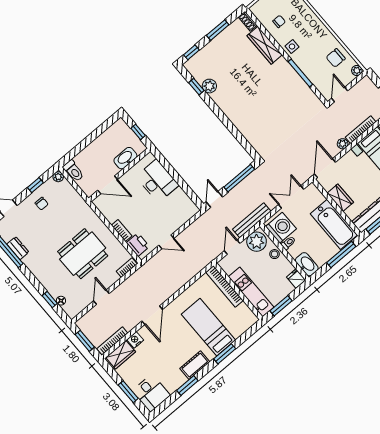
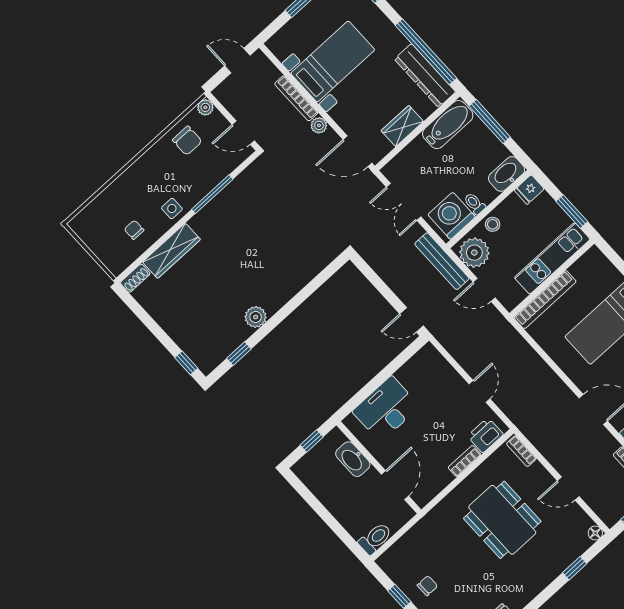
window: (218, 30) -> (151, 324), removed
plant: (209, 86) -> (256, 317), moved
plant: (58, 177) -> (385, 562), removed
window: (239, 178) -> (378, 283), removed
bathtub: (334, 224) -> (448, 125), width x0.73, depth x0.73
floor lamp: (61, 301) -> (595, 533), moved

